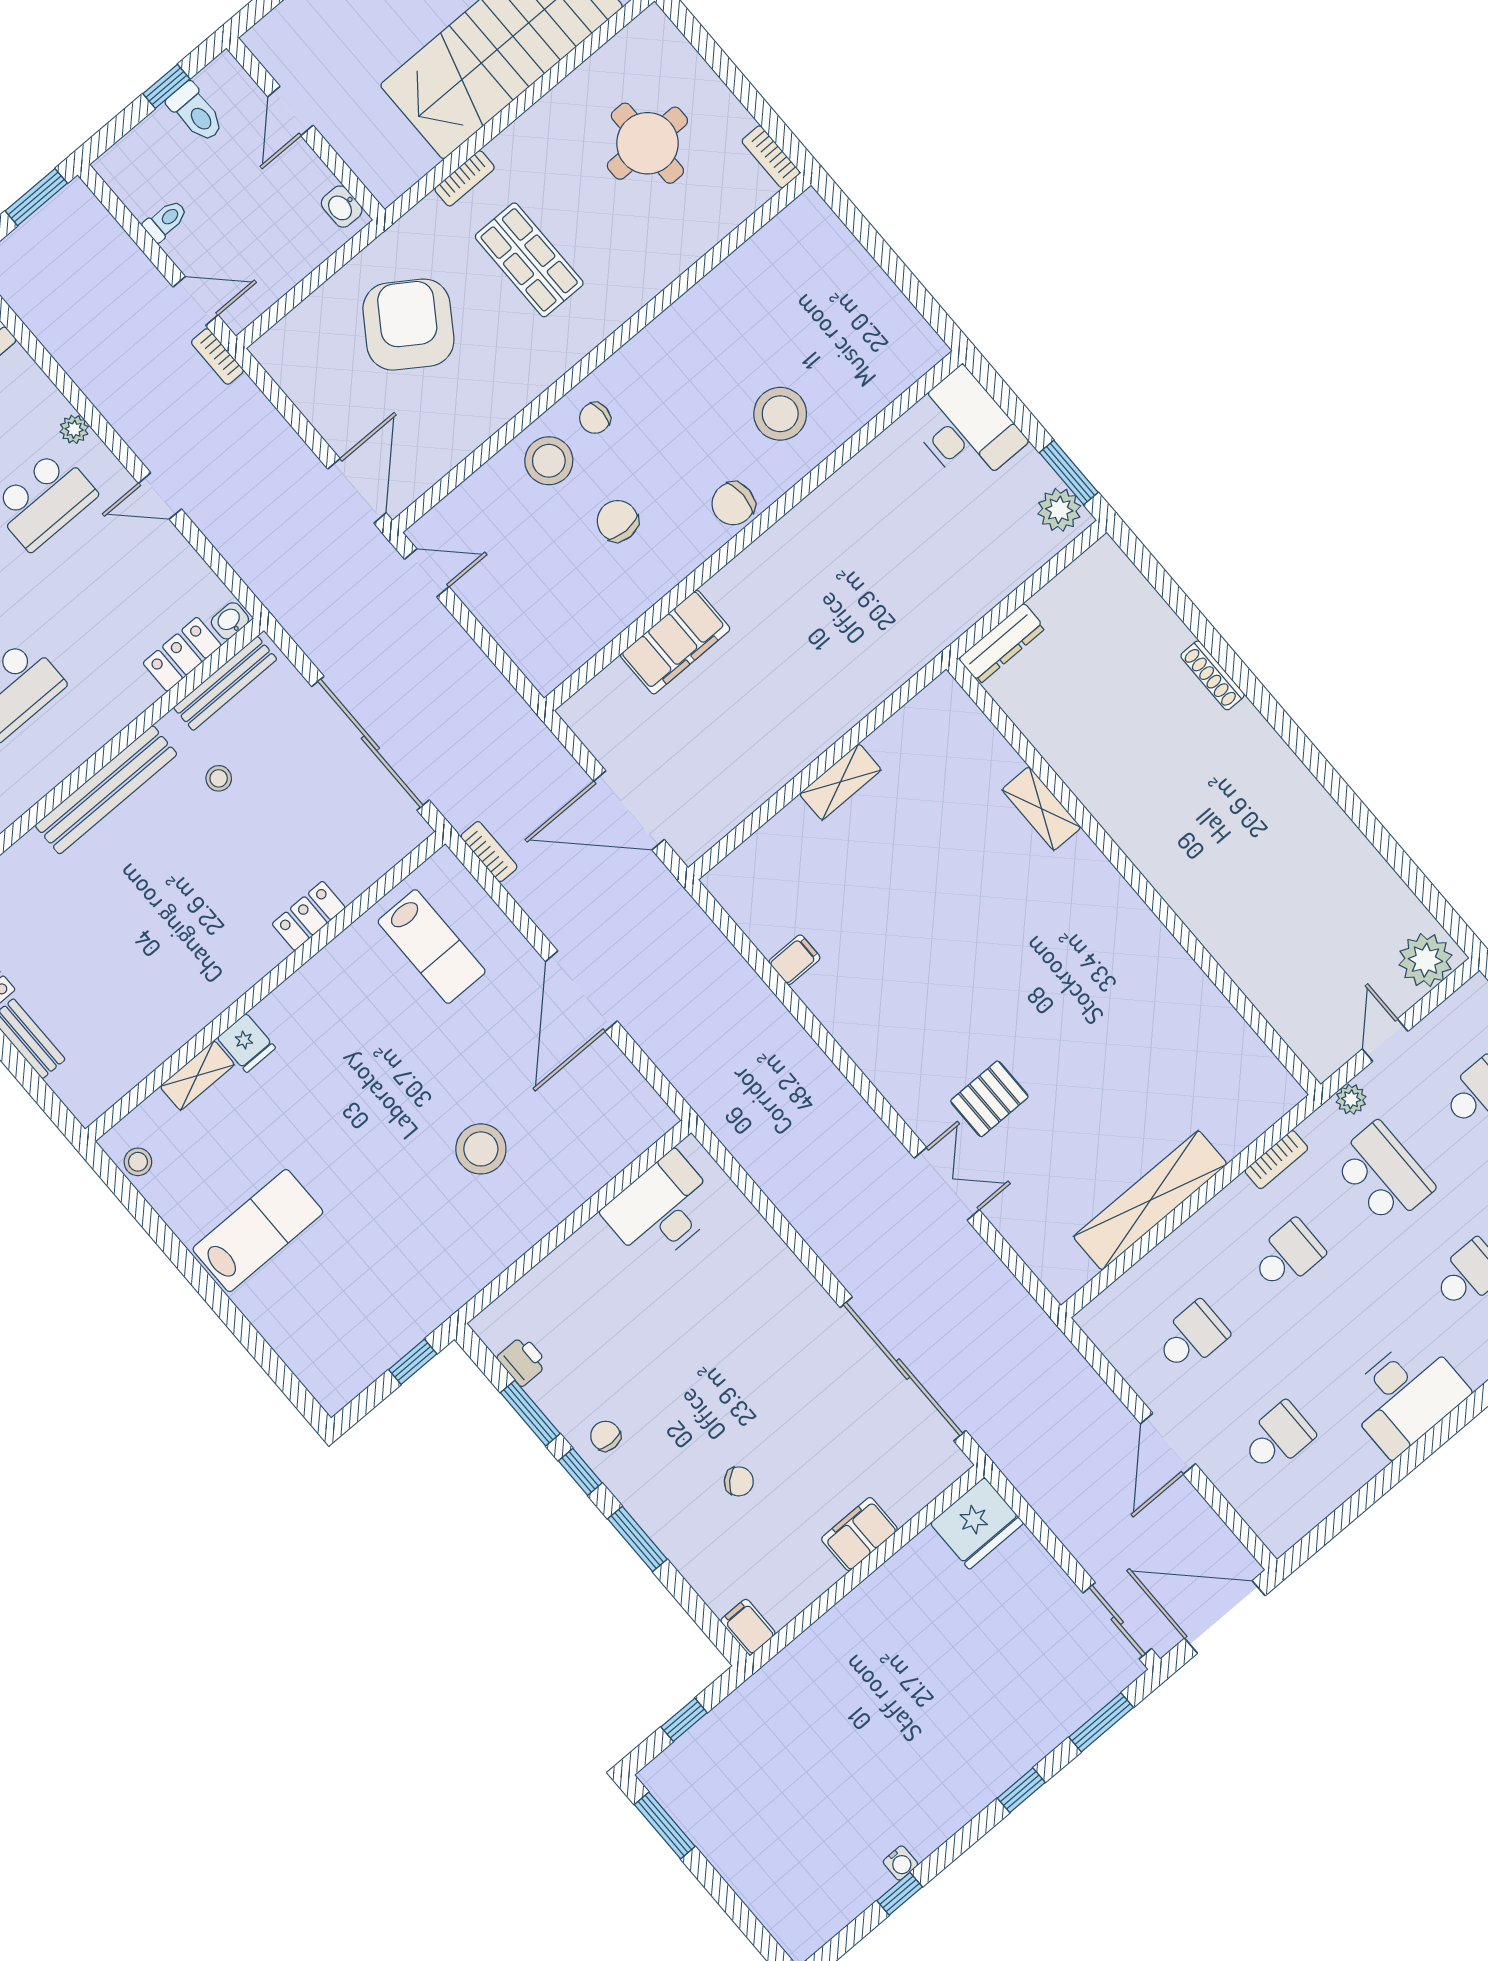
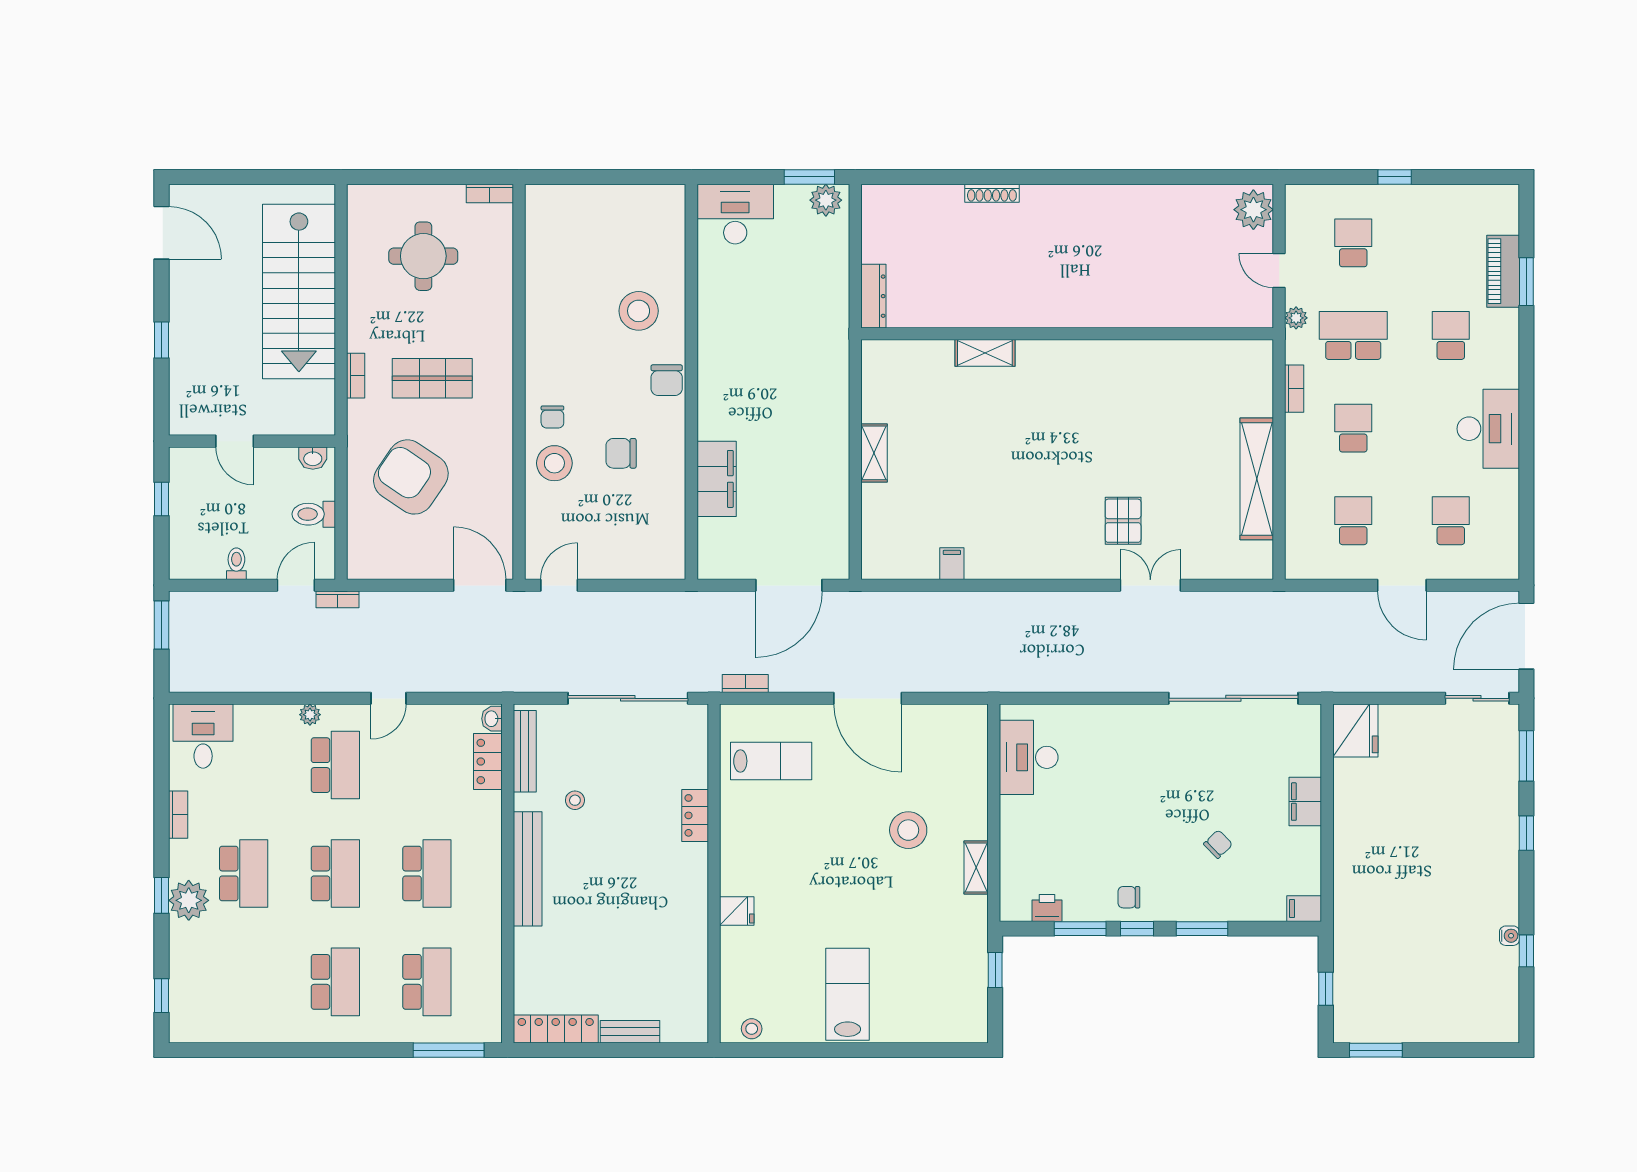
toilet: (196, 112) -> (314, 514), moved, turned 180
shelving: (197, 1076) -> (976, 868), moved

